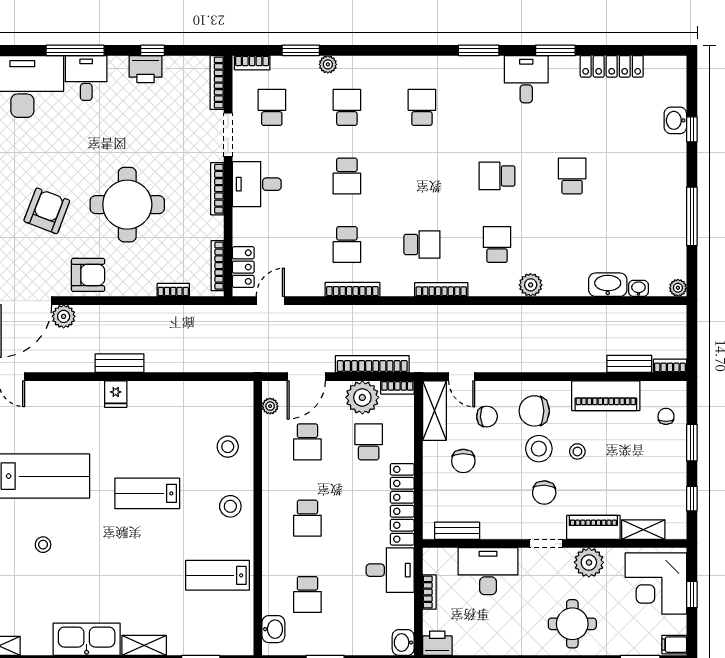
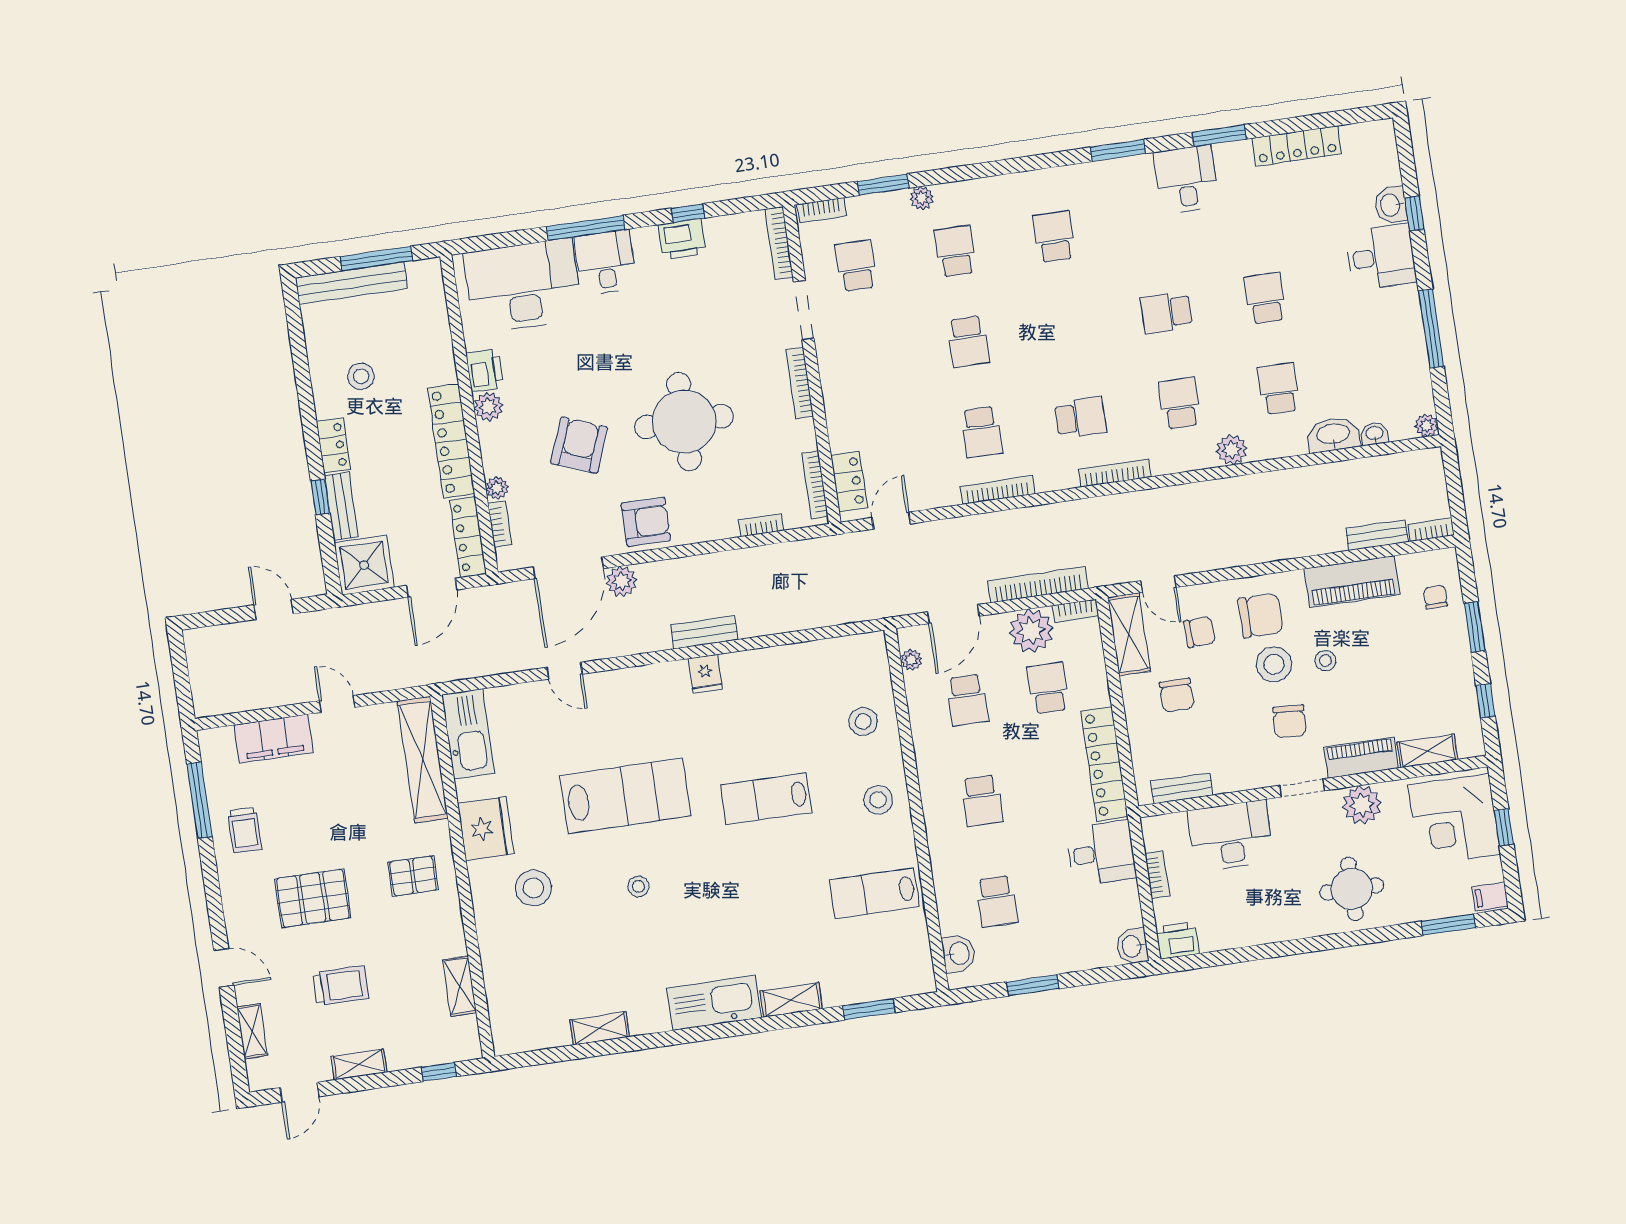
desk: (257, 184) -> (1381, 257), moved, turned 180
school desk: (572, 245) -> (1279, 389), added
chair: (534, 411) -> (1261, 615), turned 180

